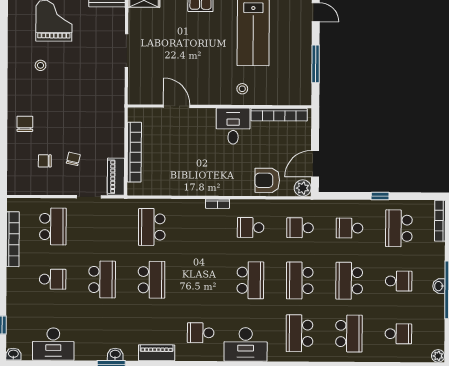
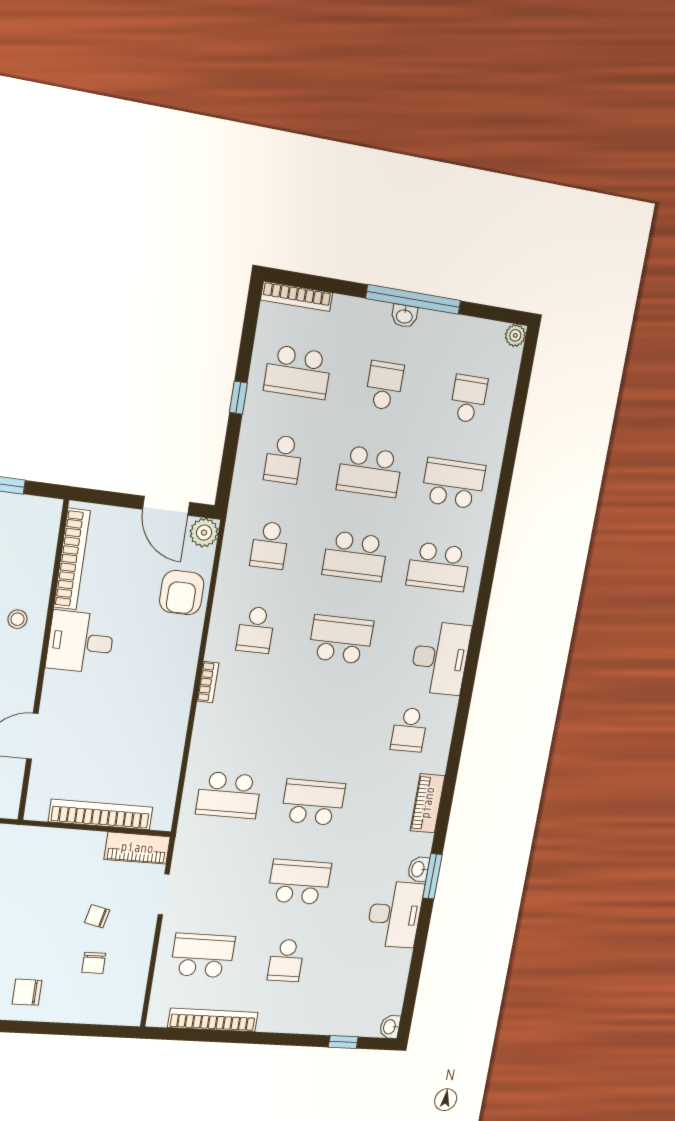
school desk: (53, 279) -> (286, 960), turned 180
desk: (53, 344) -> (395, 914), moved

